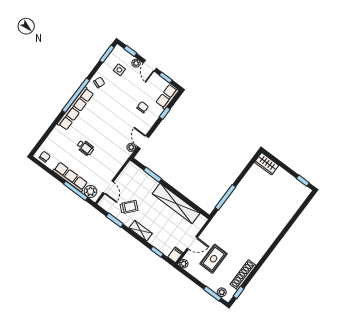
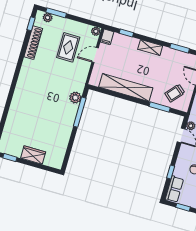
wardrobe: (267, 164) -> (33, 155), moved
trolley: (129, 207) -> (175, 93), moved
plant: (224, 212) -> (75, 98), added

